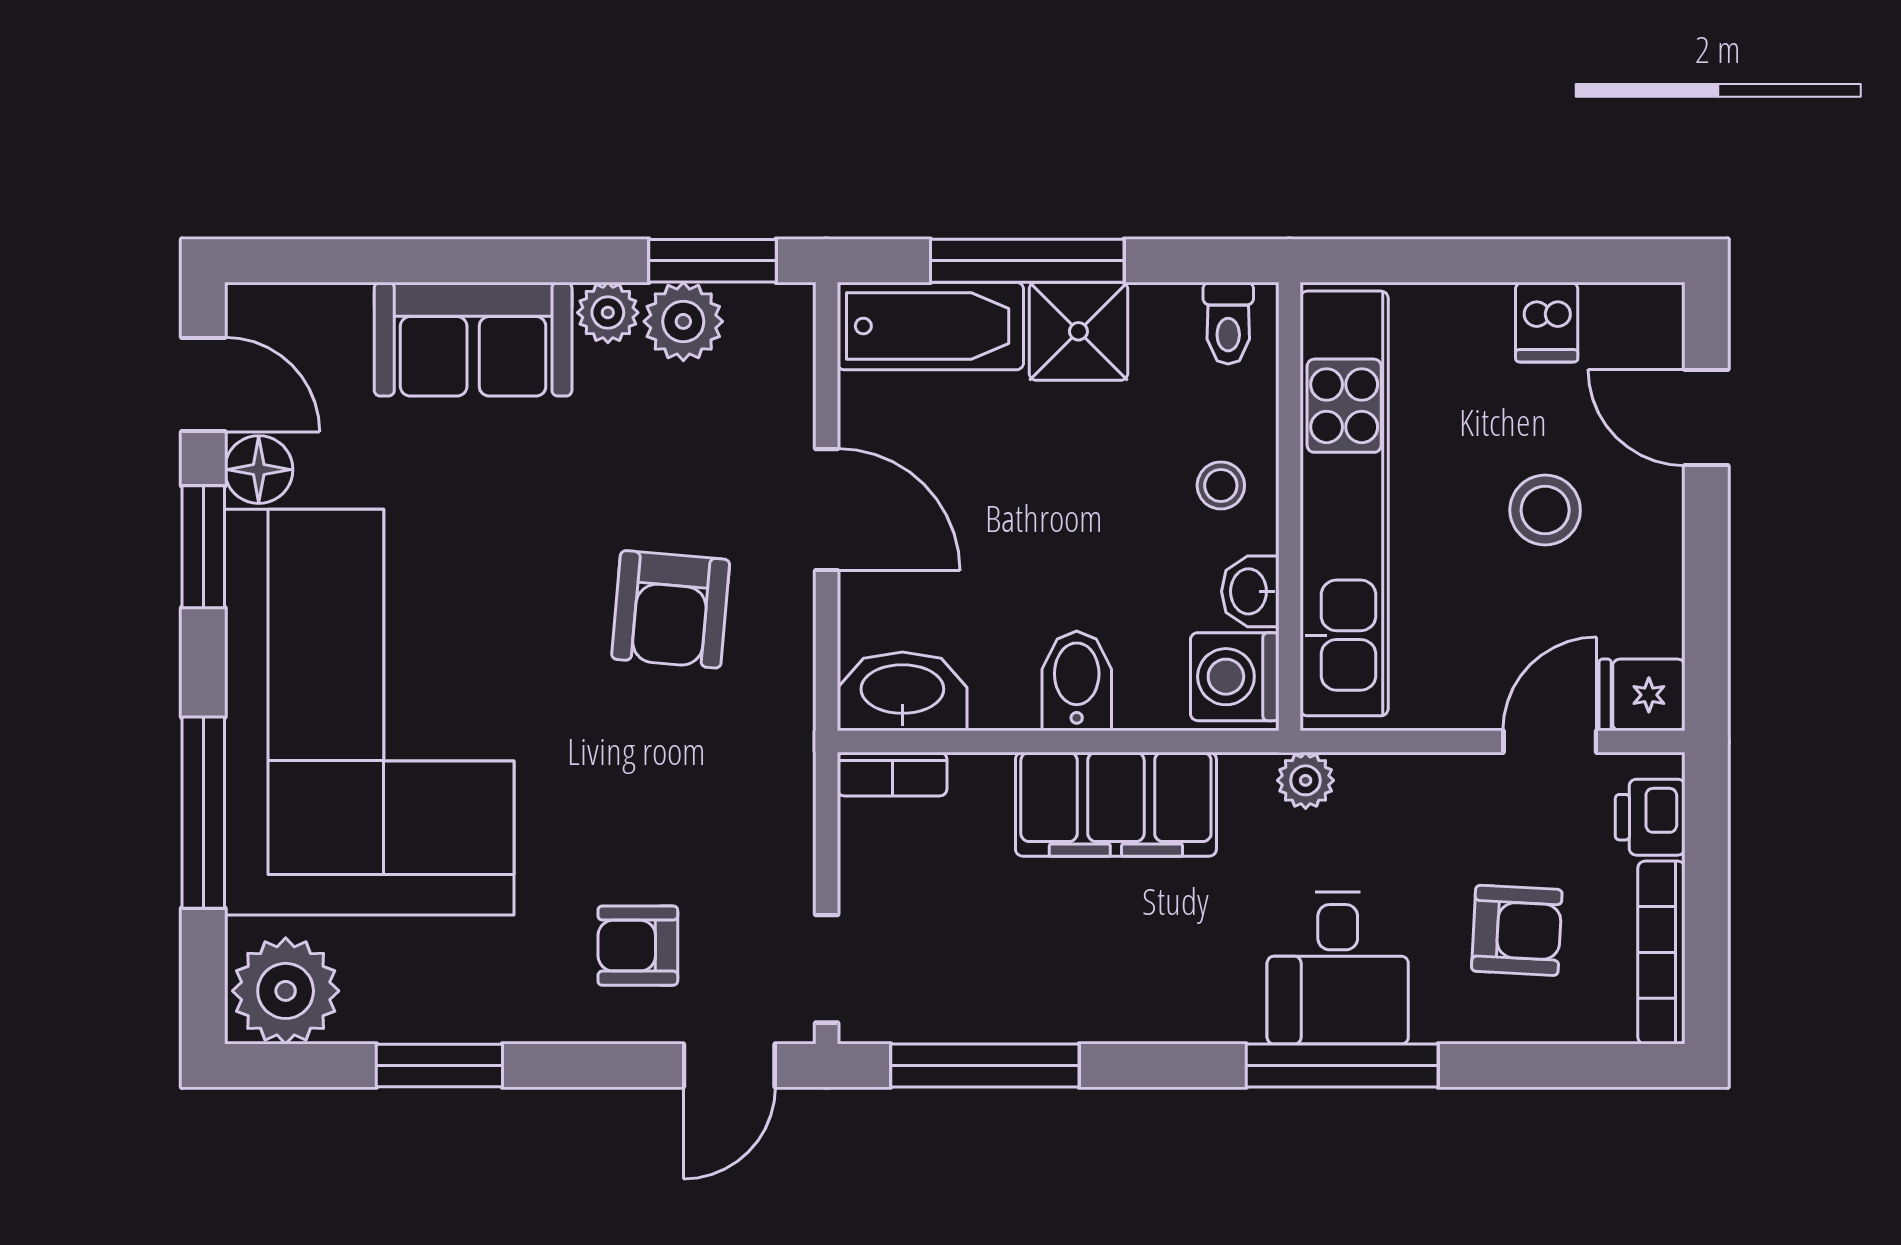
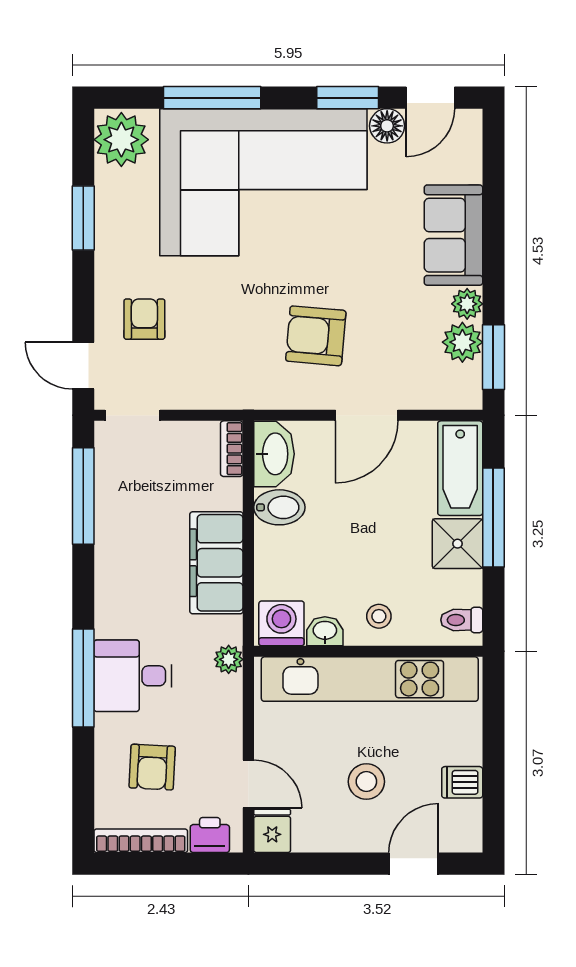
bidet: (1077, 681) -> (279, 507), moved

